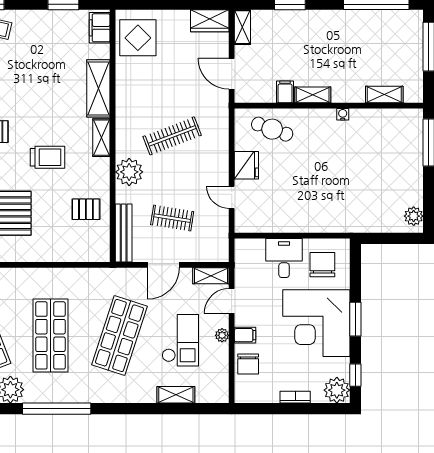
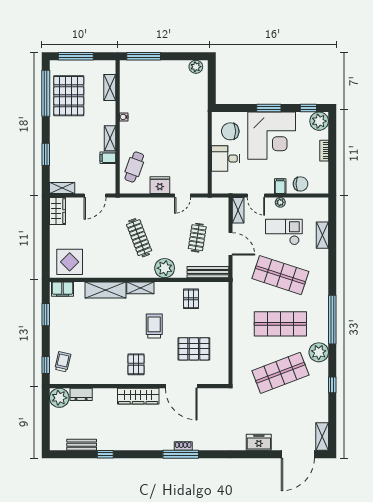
pallet: (373, 37) -> (69, 96), added

